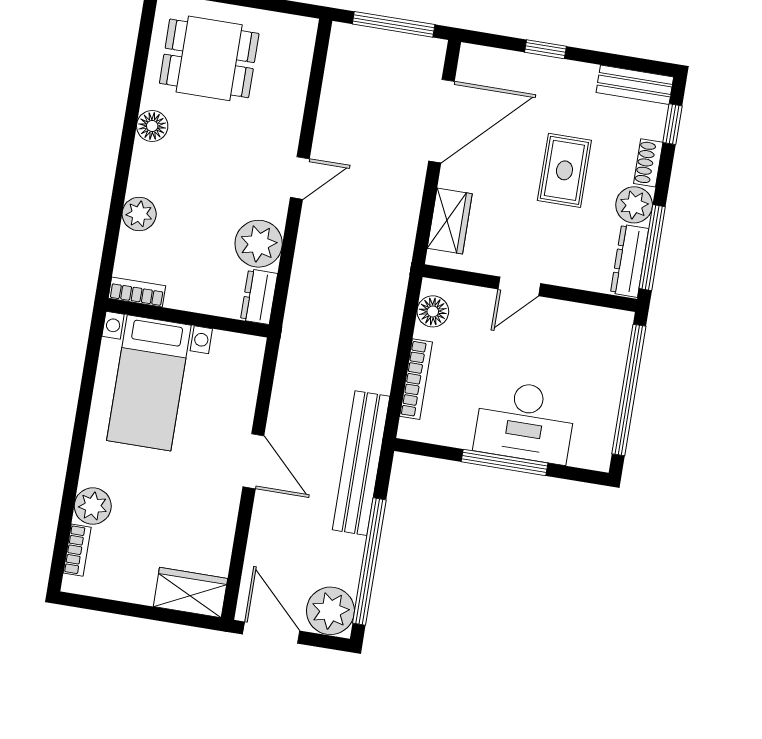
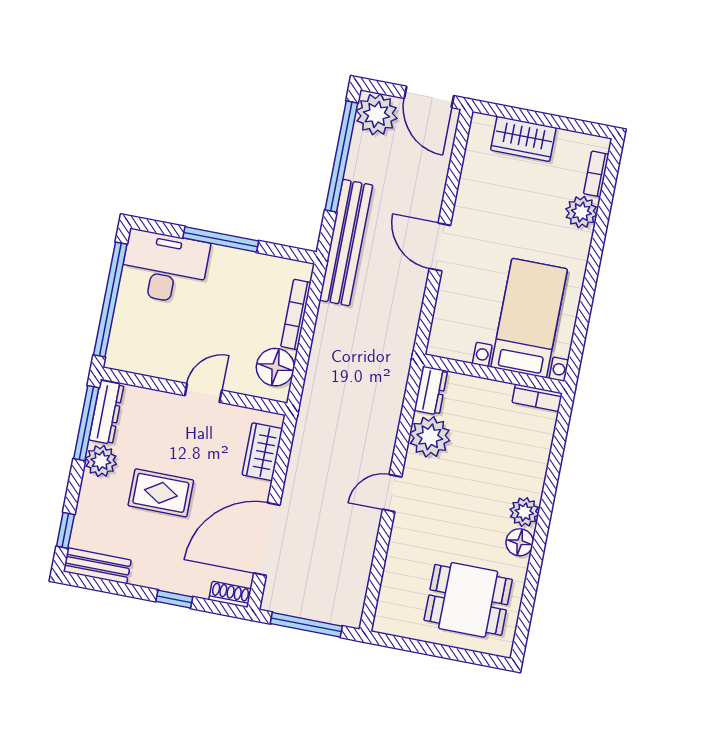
shoe rack: (648, 163) -> (230, 594), moved, turned -90
rug: (564, 170) -> (161, 493), turned 90
plant: (139, 214) -> (524, 512), moved
floor lamp: (433, 311) -> (275, 367), width x1.38, depth x1.38
desk: (525, 422) -> (164, 267), moved
wardrobe: (190, 593) -> (523, 139), moved

